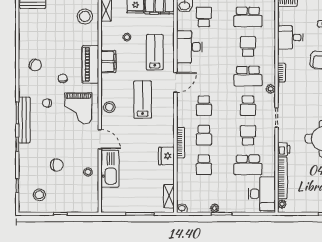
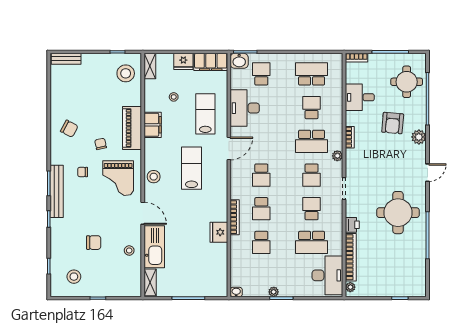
school desk: (248, 17) -> (312, 74), turned 180
shelving: (169, 196) -> (150, 282), moved

